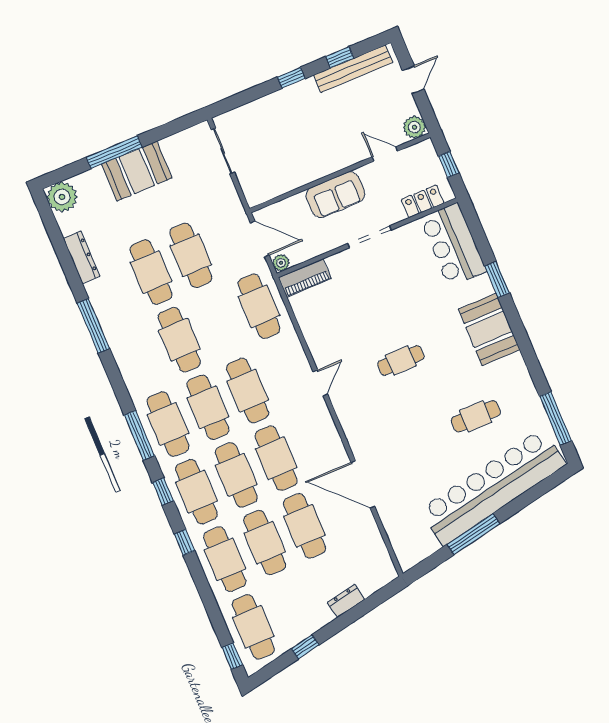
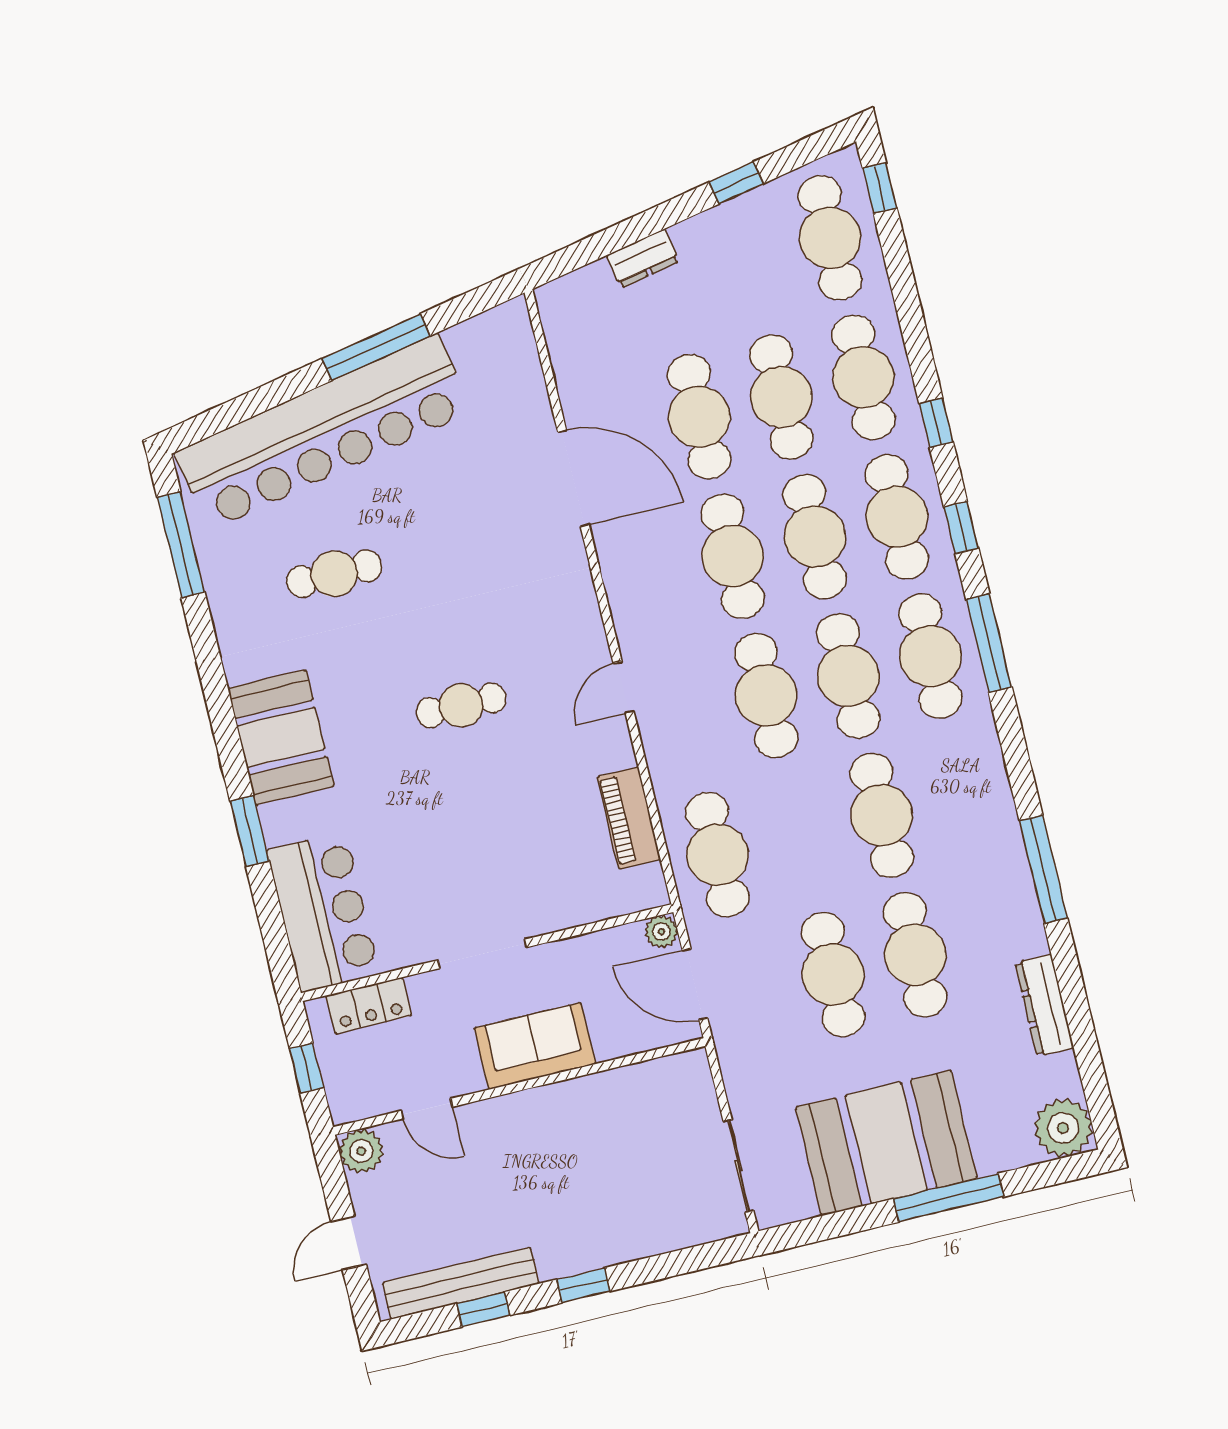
booth: (137, 171) -> (886, 1143), width x1.36, depth x1.42
piano: (305, 278) -> (629, 818), moved, turned -90

